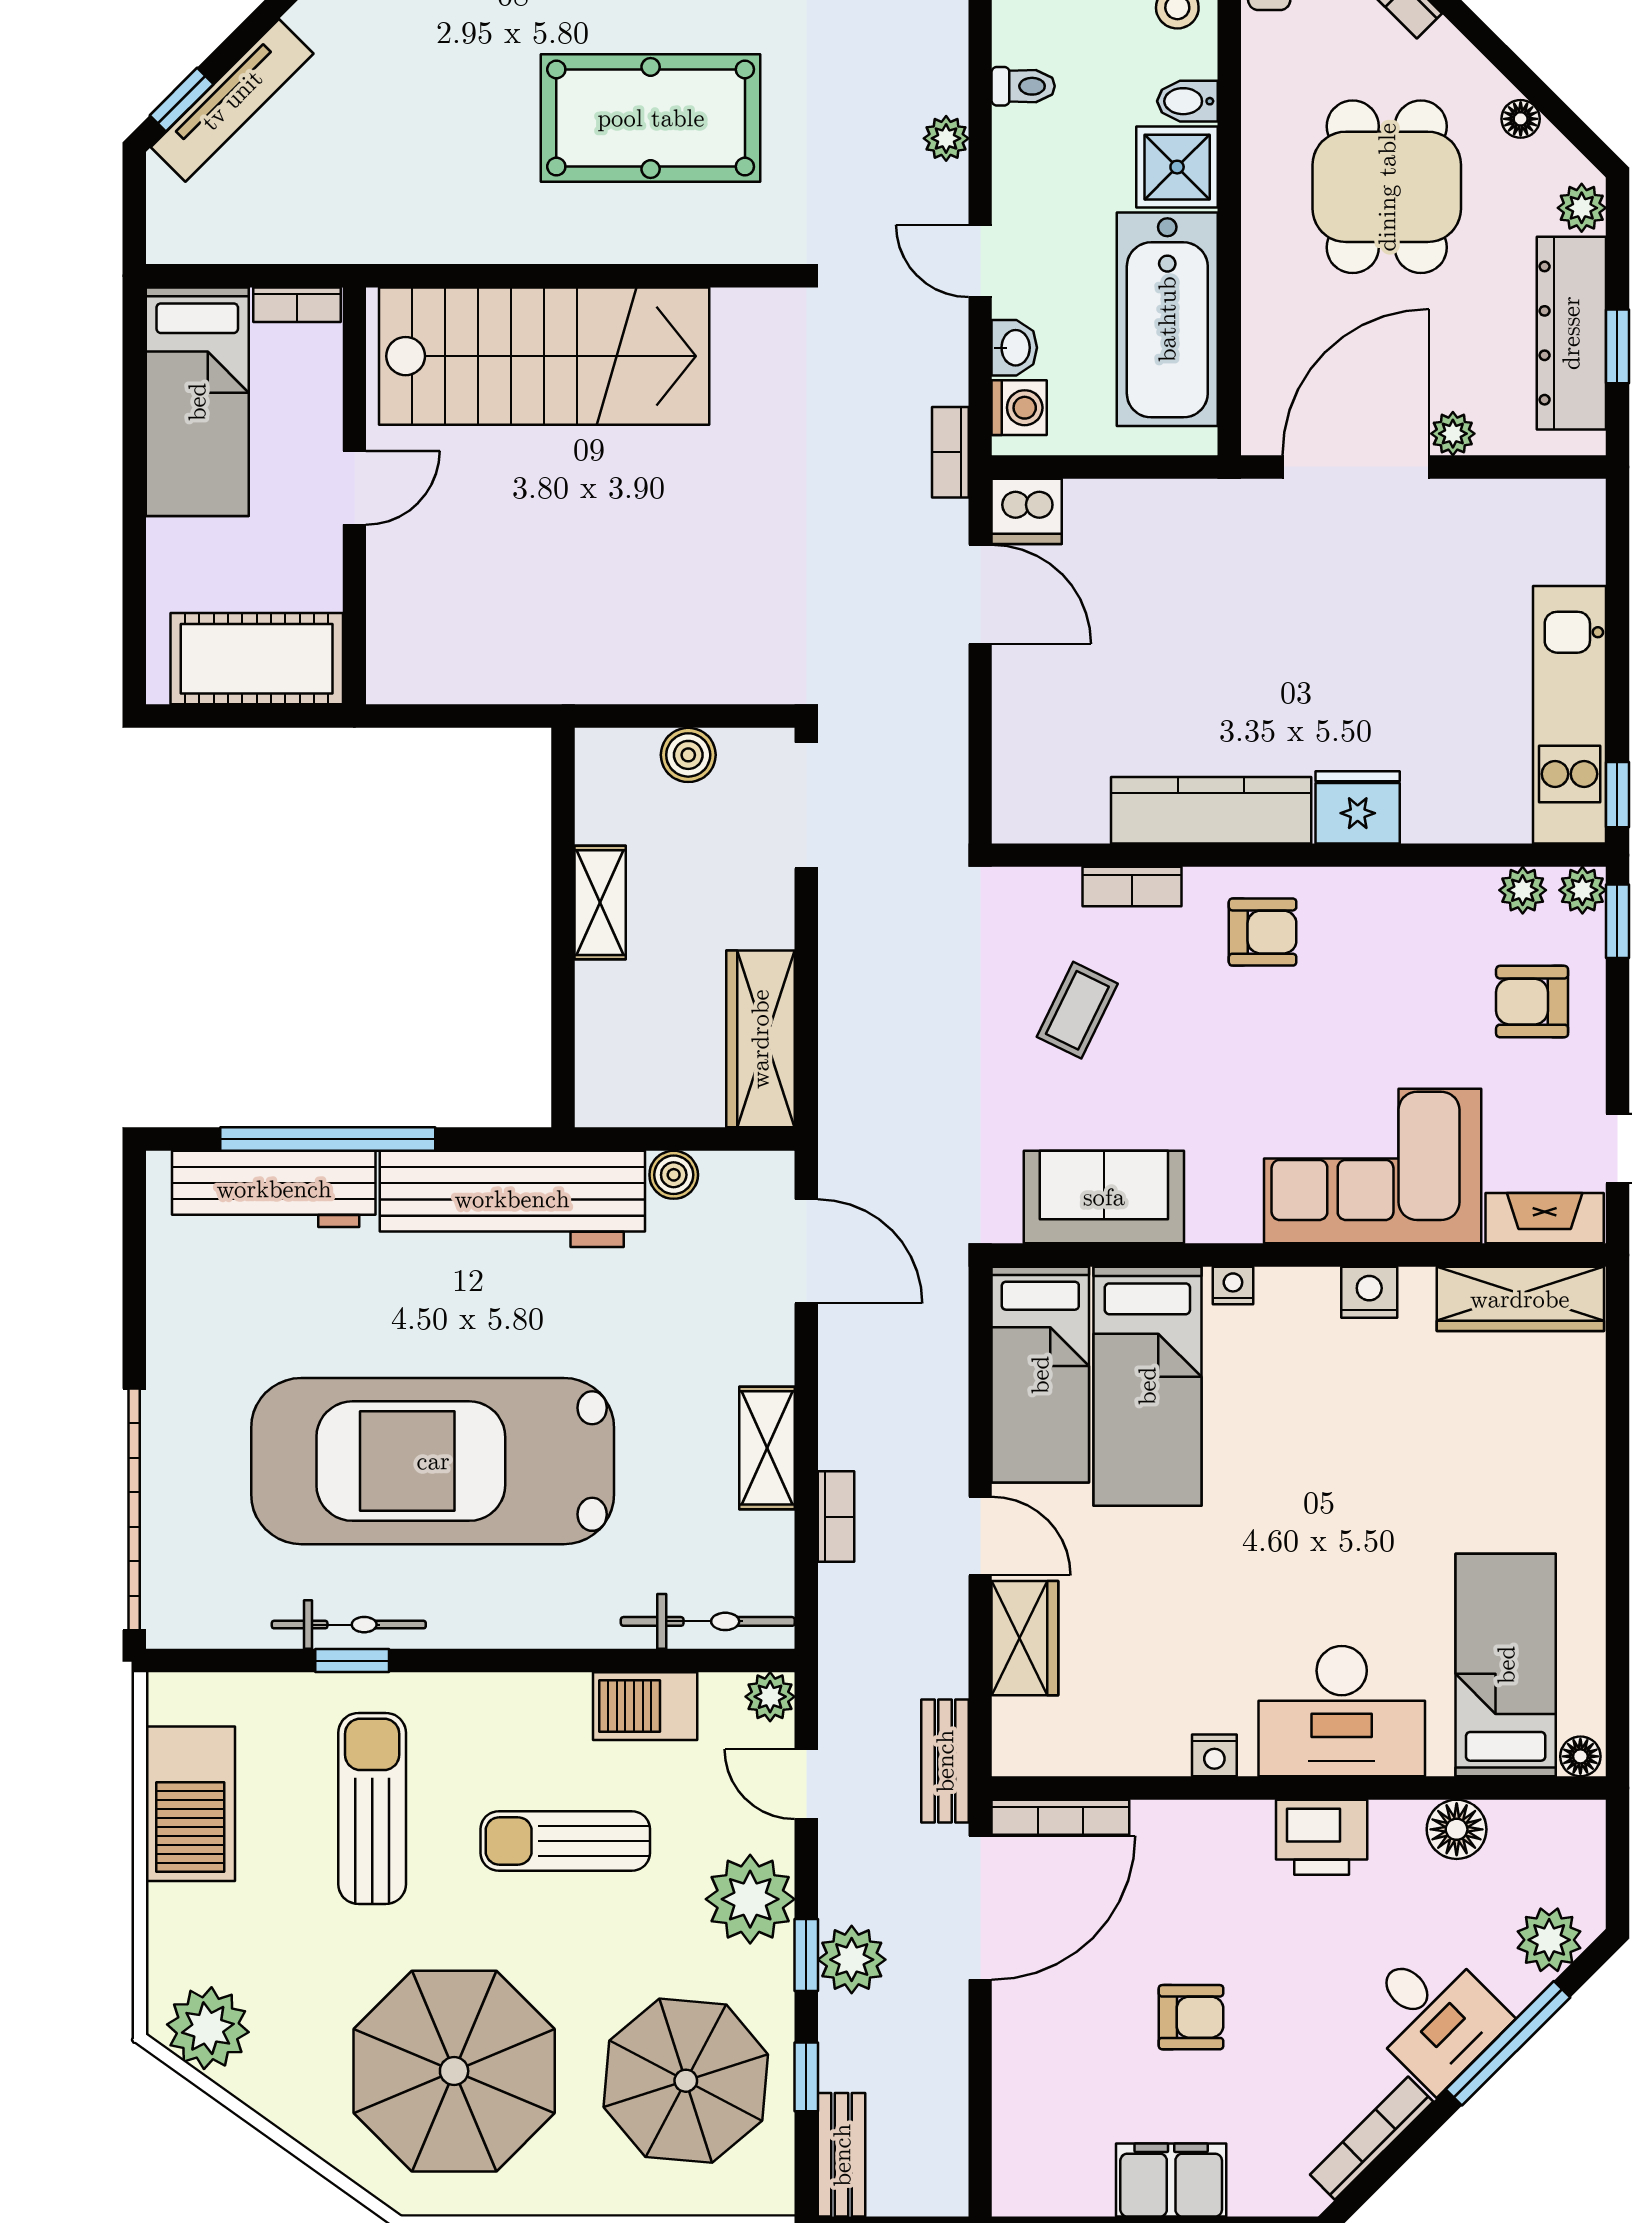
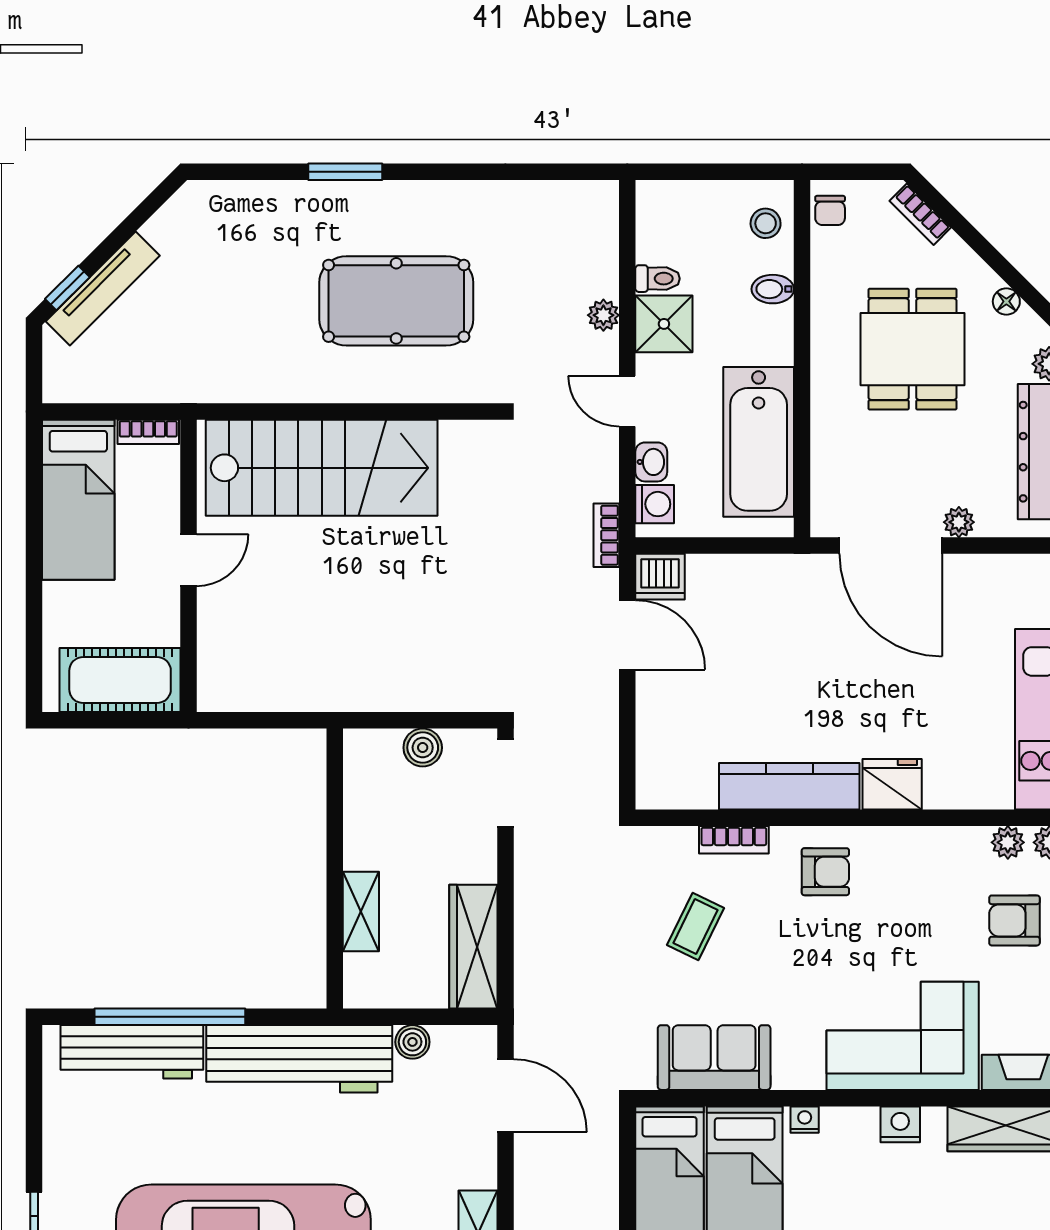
shower: (1177, 167) -> (664, 324), moved
door: (1356, 467) -> (891, 546), swing flipped
shelving: (600, 903) -> (361, 911), moved

